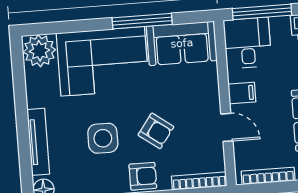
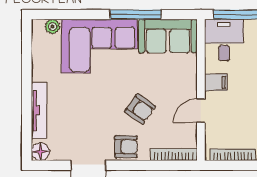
plant: (39, 51) -> (53, 27), width x0.53, depth x0.53
door: (227, 127) -> (201, 111), swing flipped
side table: (103, 138) -> (94, 112), removed

